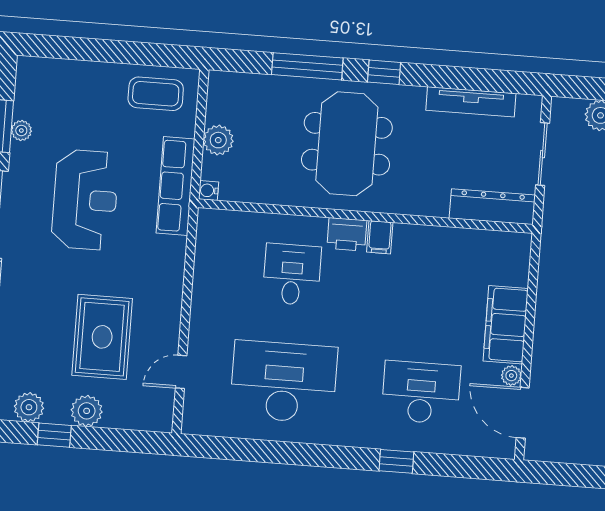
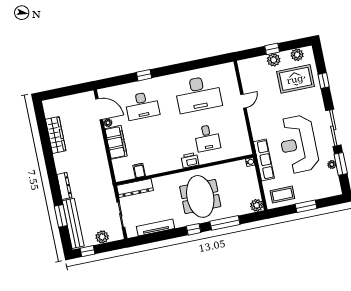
window: (109, 51) -> (306, 206), added
plant: (218, 140) -> (257, 205), moved
reception desk: (85, 200) -> (298, 144), width x1.36, depth x1.30
filing cabinet: (380, 237) -> (139, 171), moved
rug: (102, 337) -> (295, 79), moved, turned 90
door: (181, 372) -> (243, 101), moved
window: (54, 435) -> (272, 49), moved

